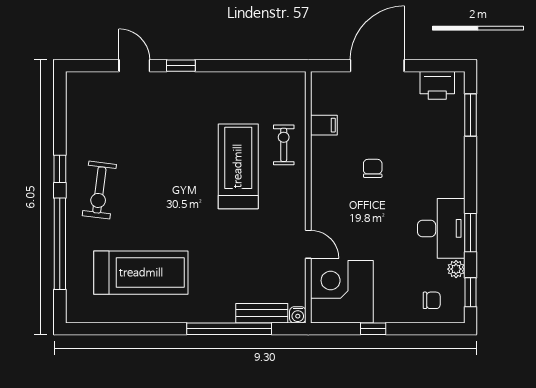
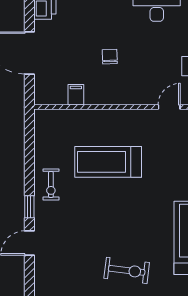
exercise bike: (284, 145) -> (51, 184), moved, turned -90
chair: (373, 168) -> (110, 57), turned 88

